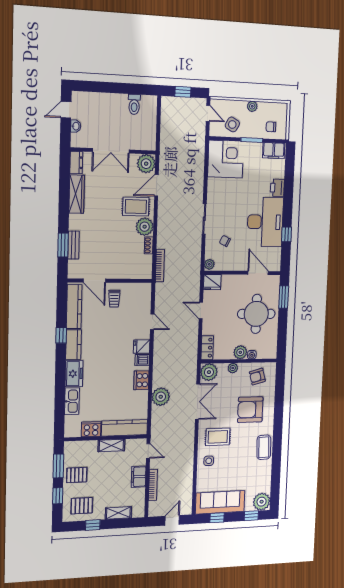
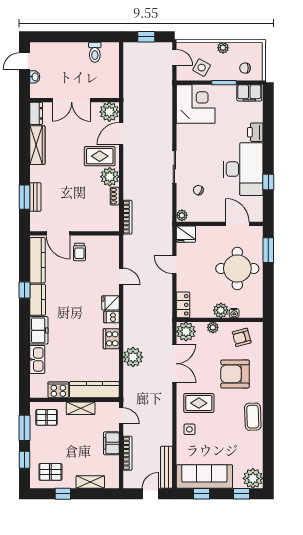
pallet: (77, 475) -> (47, 417), moved
bench: (187, 496) -> (166, 467), added

